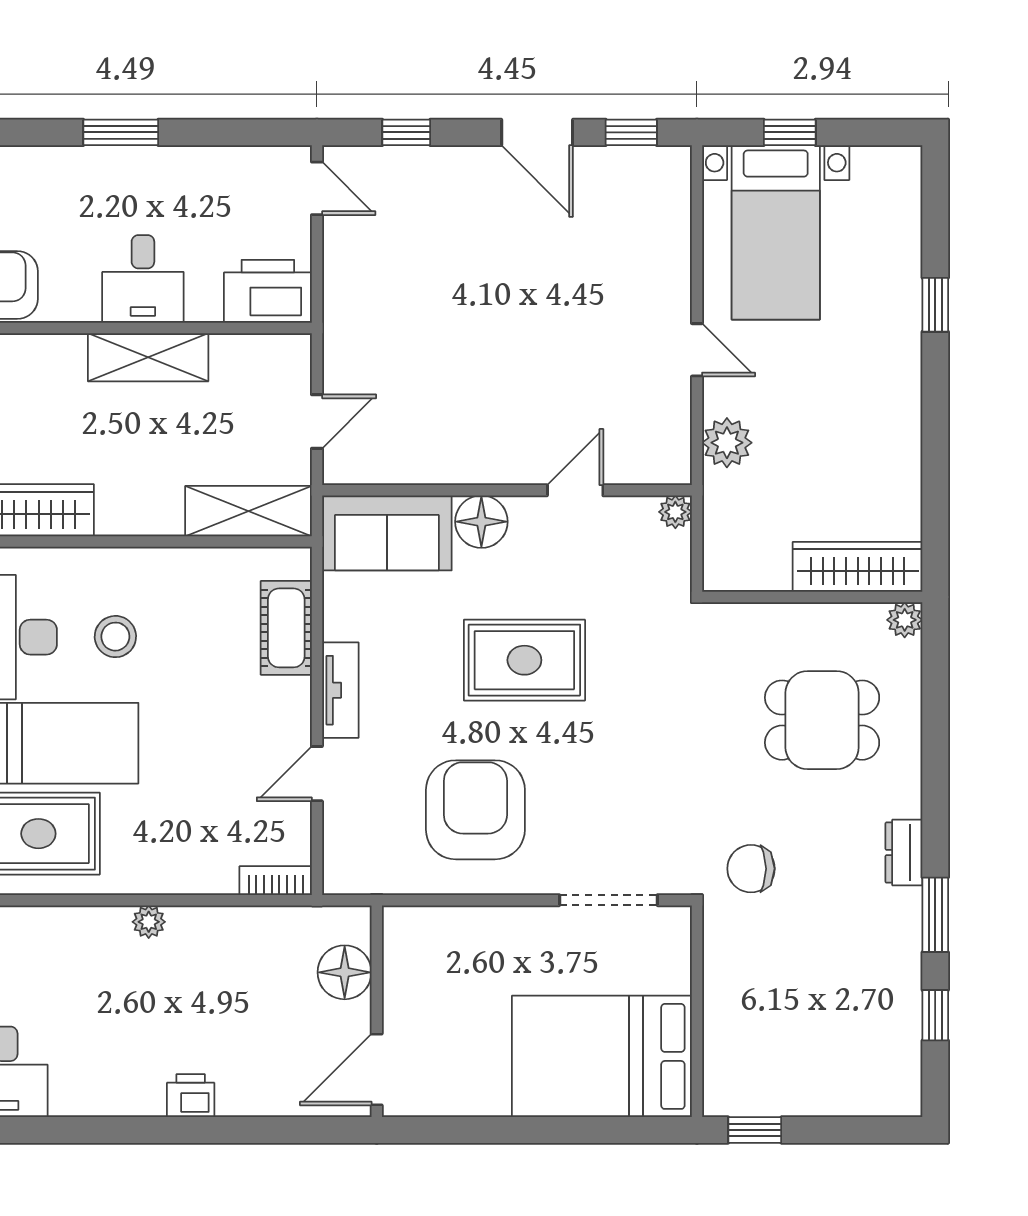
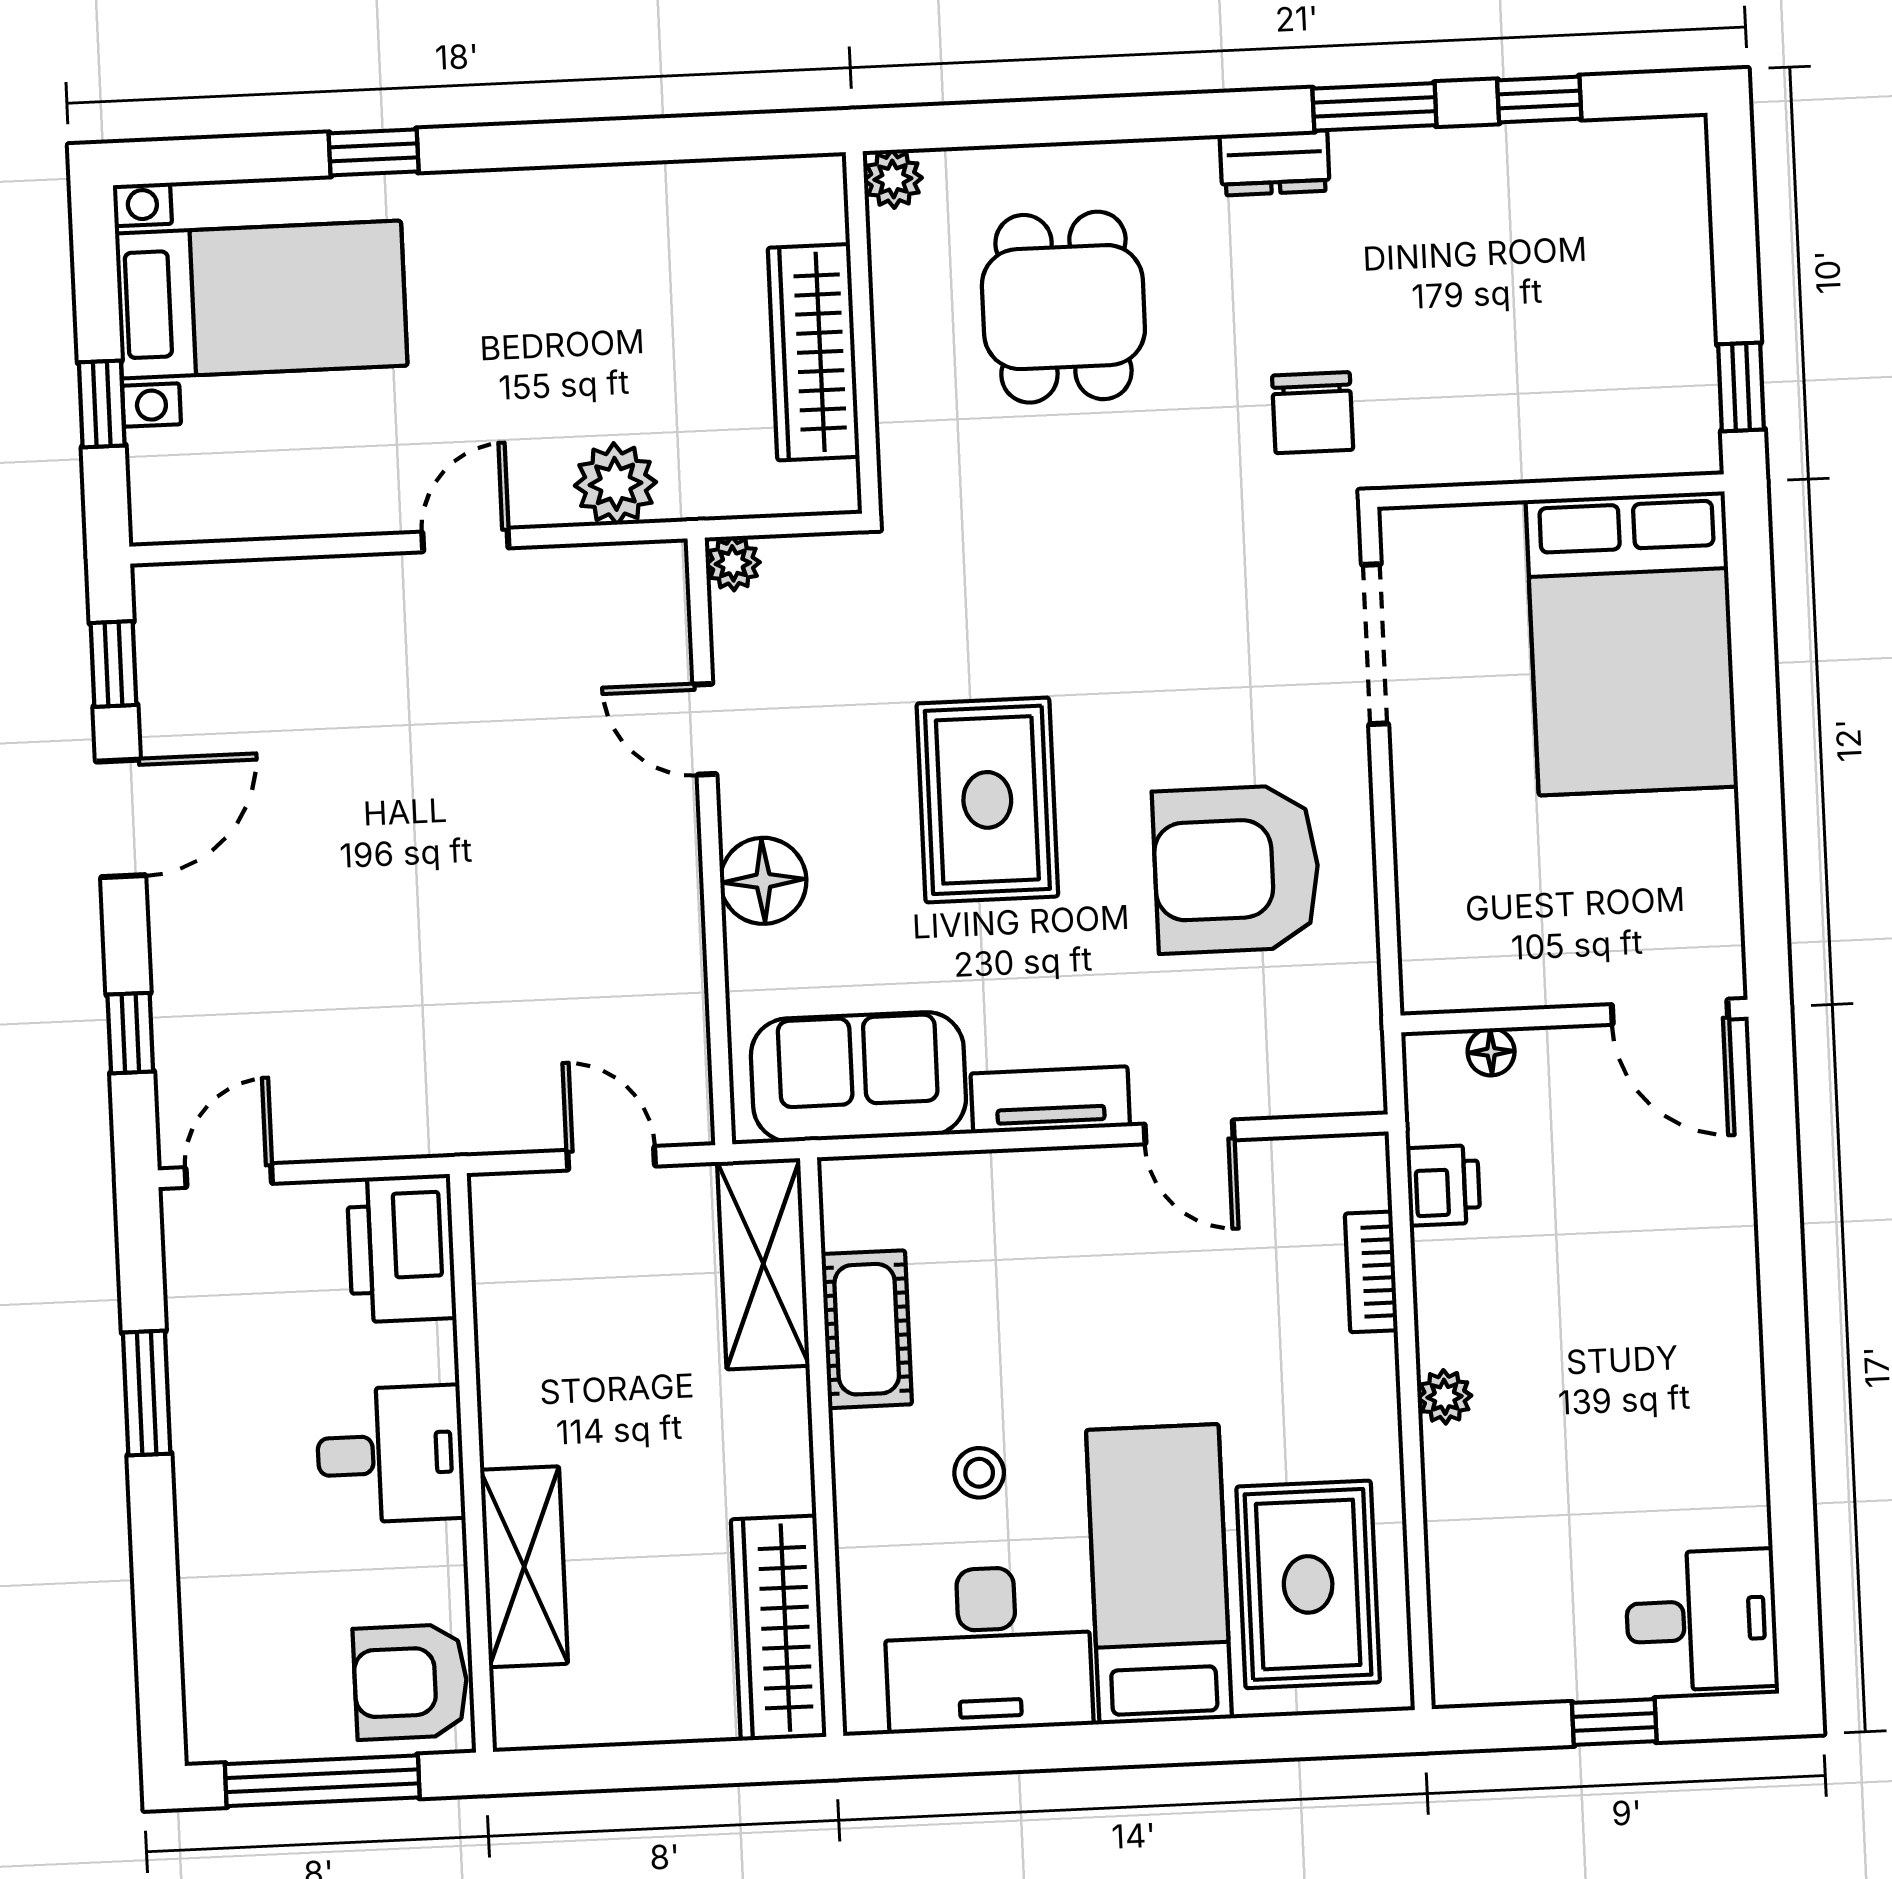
window: (121, 132) -> (147, 1393), moved
bed with nightstands: (776, 232) -> (261, 300), moved
shelving: (148, 357) -> (524, 1567), moved
sofa: (387, 533) -> (858, 1077), moved, turned -90
wardrobe: (858, 567) -> (814, 352), moved
cot: (286, 628) -> (867, 1329), moved, turned 90
stool: (115, 637) -> (979, 1473), width x0.73, depth x0.73
bookcase: (276, 881) -> (1371, 1272), moved
floor lamp: (345, 972) -> (1491, 1052), width x0.53, depth x0.53
printer: (191, 1096) -> (1443, 1185), moved, turned 180

